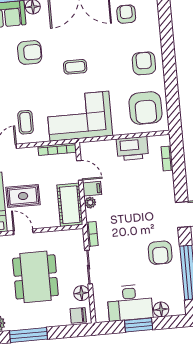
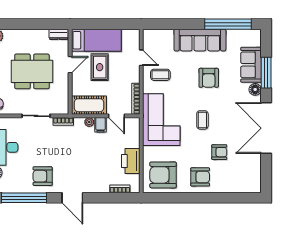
armchair: (126, 14) -> (219, 152), moved
armchair: (30, 52) -> (209, 78), moved
door: (80, 170) -> (117, 116), hinge flipped
floor lamp: (81, 293) -> (15, 108), removed

